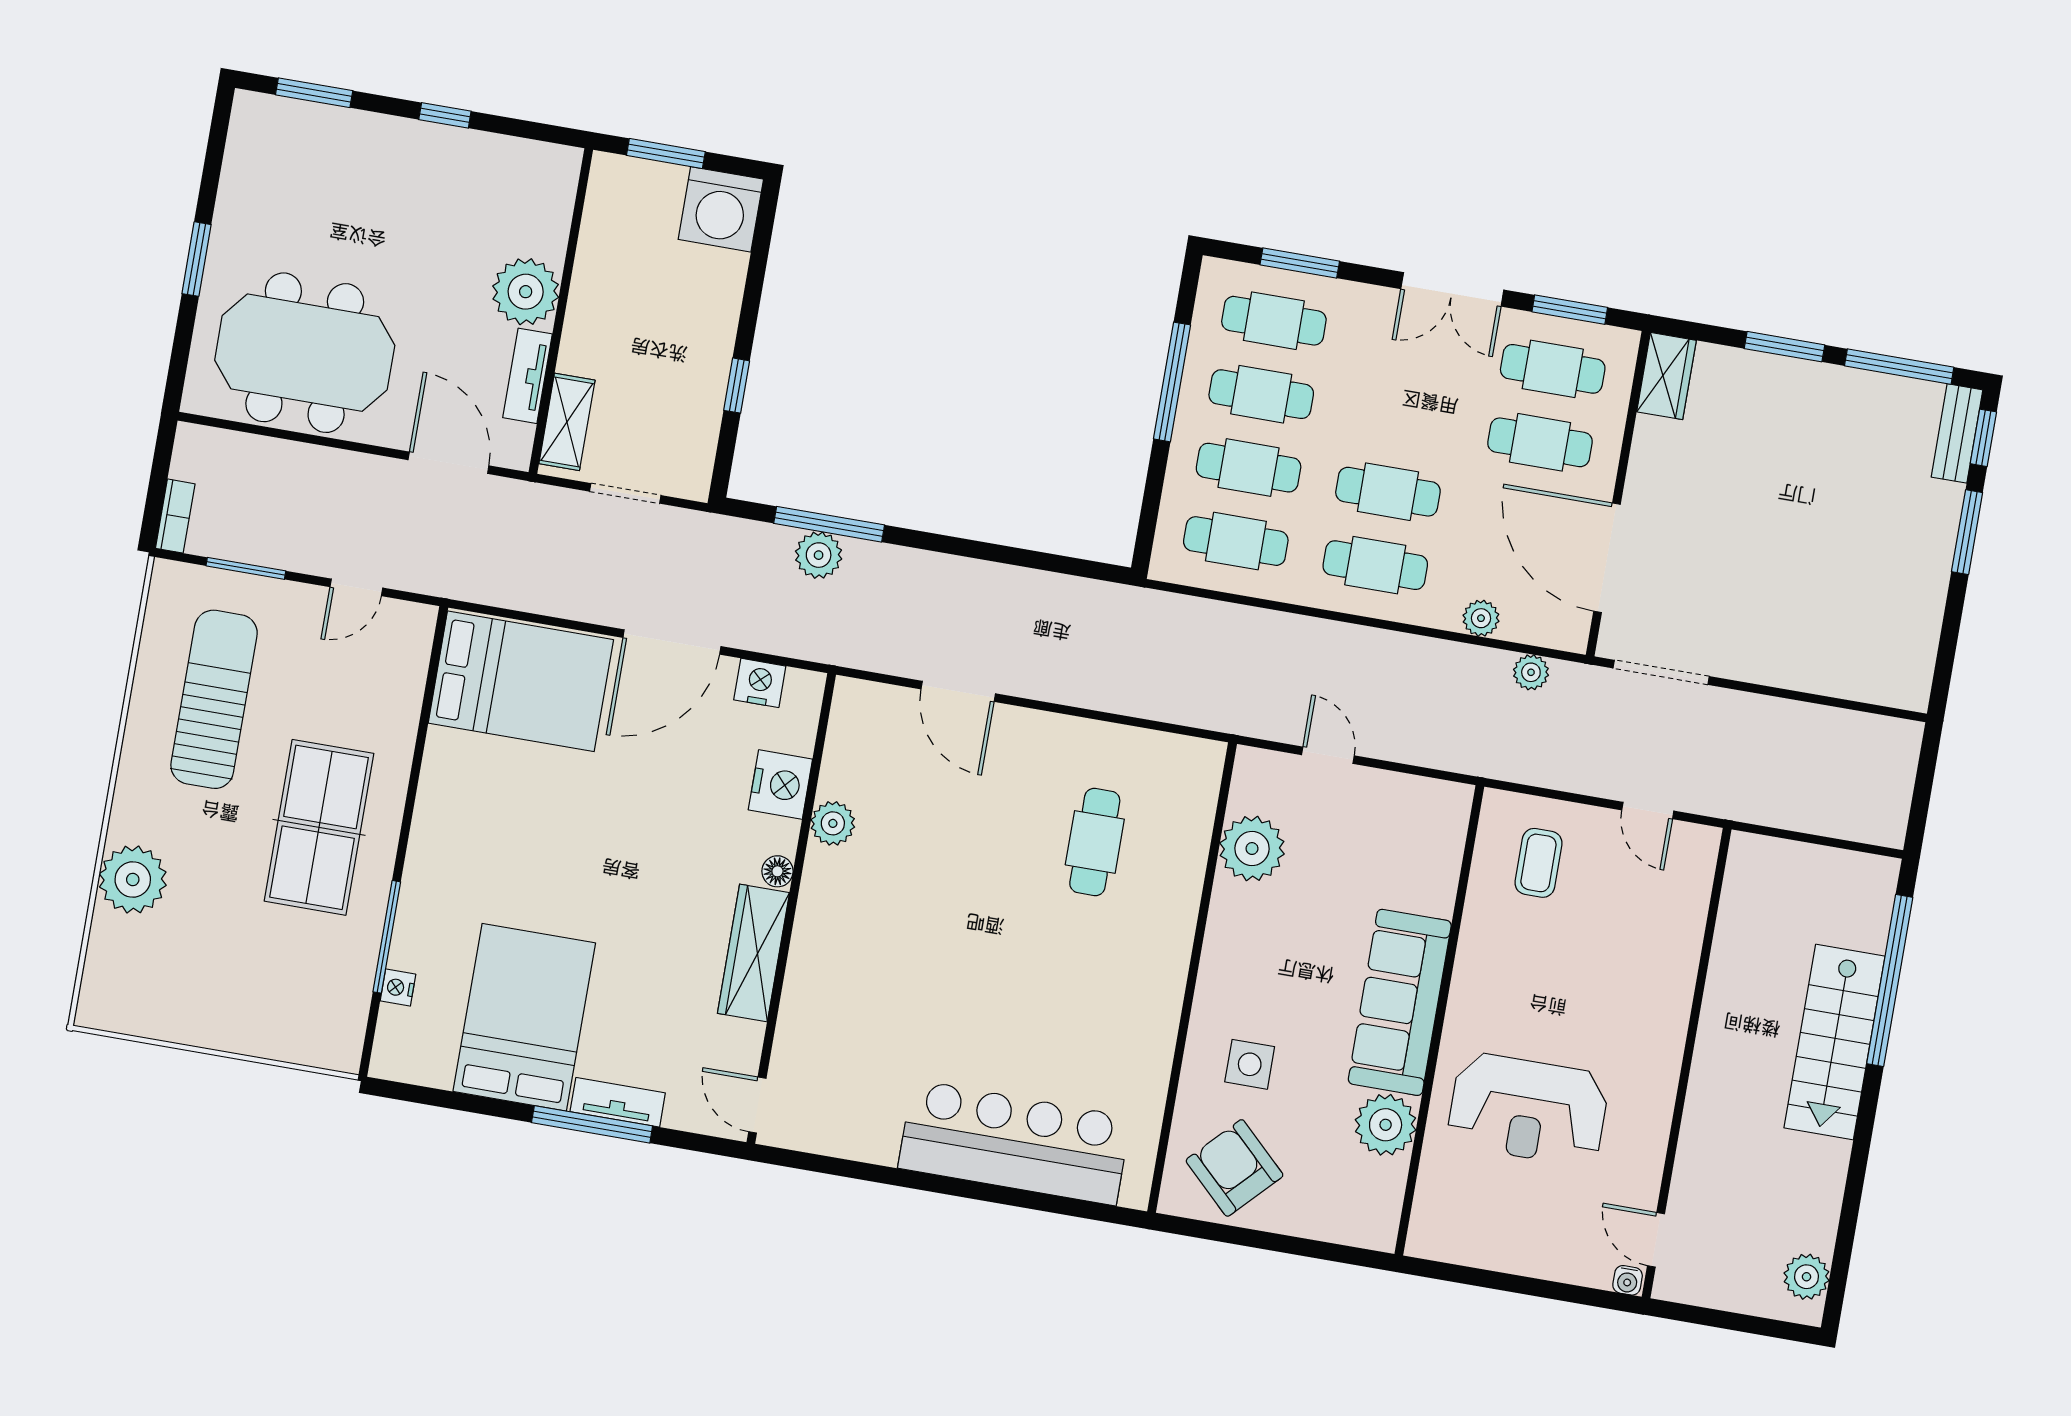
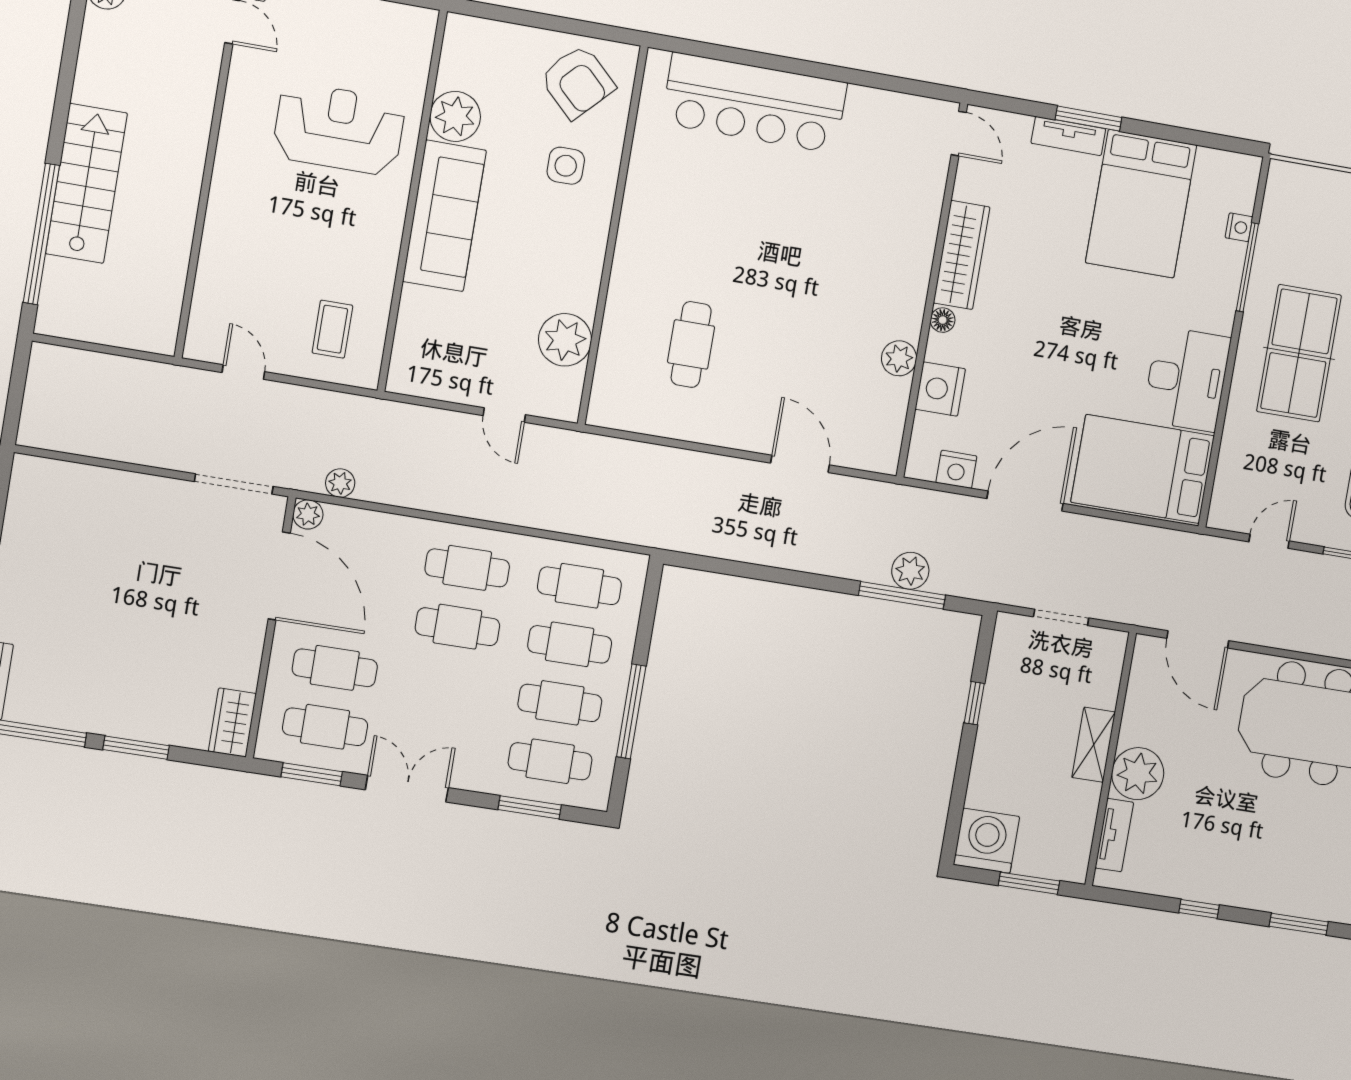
tv unit: (528, 376) -> (1114, 835), moved
shelving: (567, 422) -> (1094, 745), moved
plant: (1481, 618) -> (308, 514), moved
desk: (465, 795) -> (1187, 379), added
window: (592, 1124) -> (1088, 119), width x0.69

